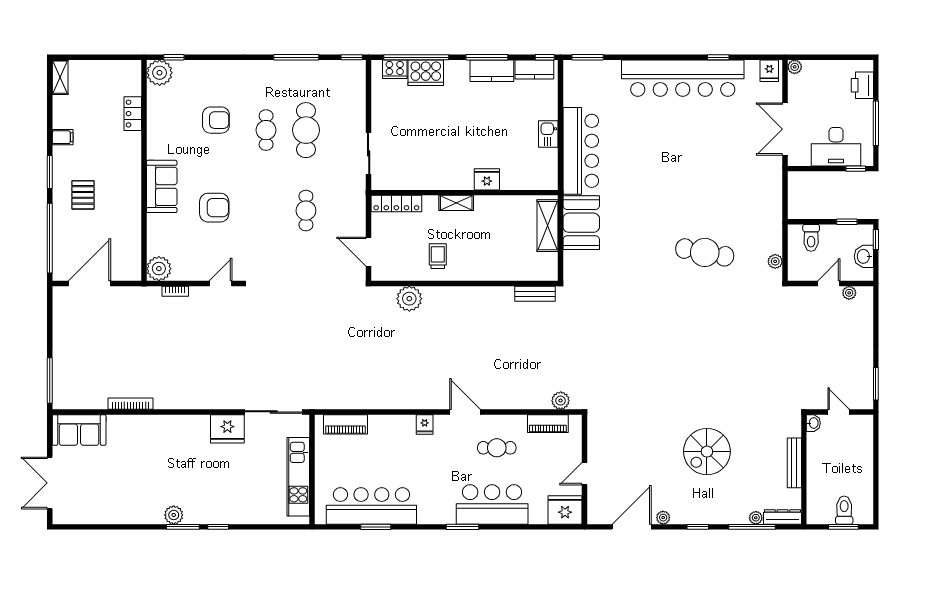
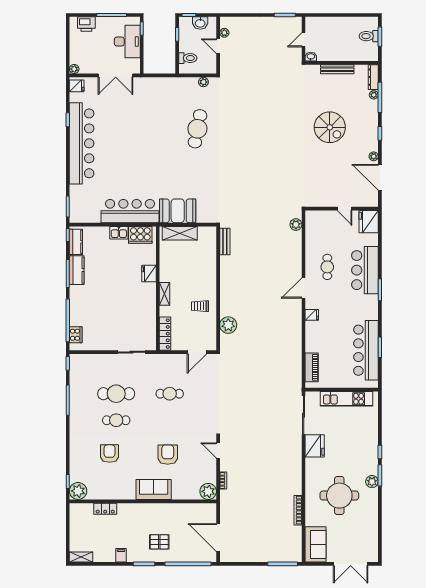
cooker: (426, 73) -> (140, 235), moved, turned 90
piano: (548, 424) -> (311, 233), removed
round table: (153, 466) -> (339, 496), added

